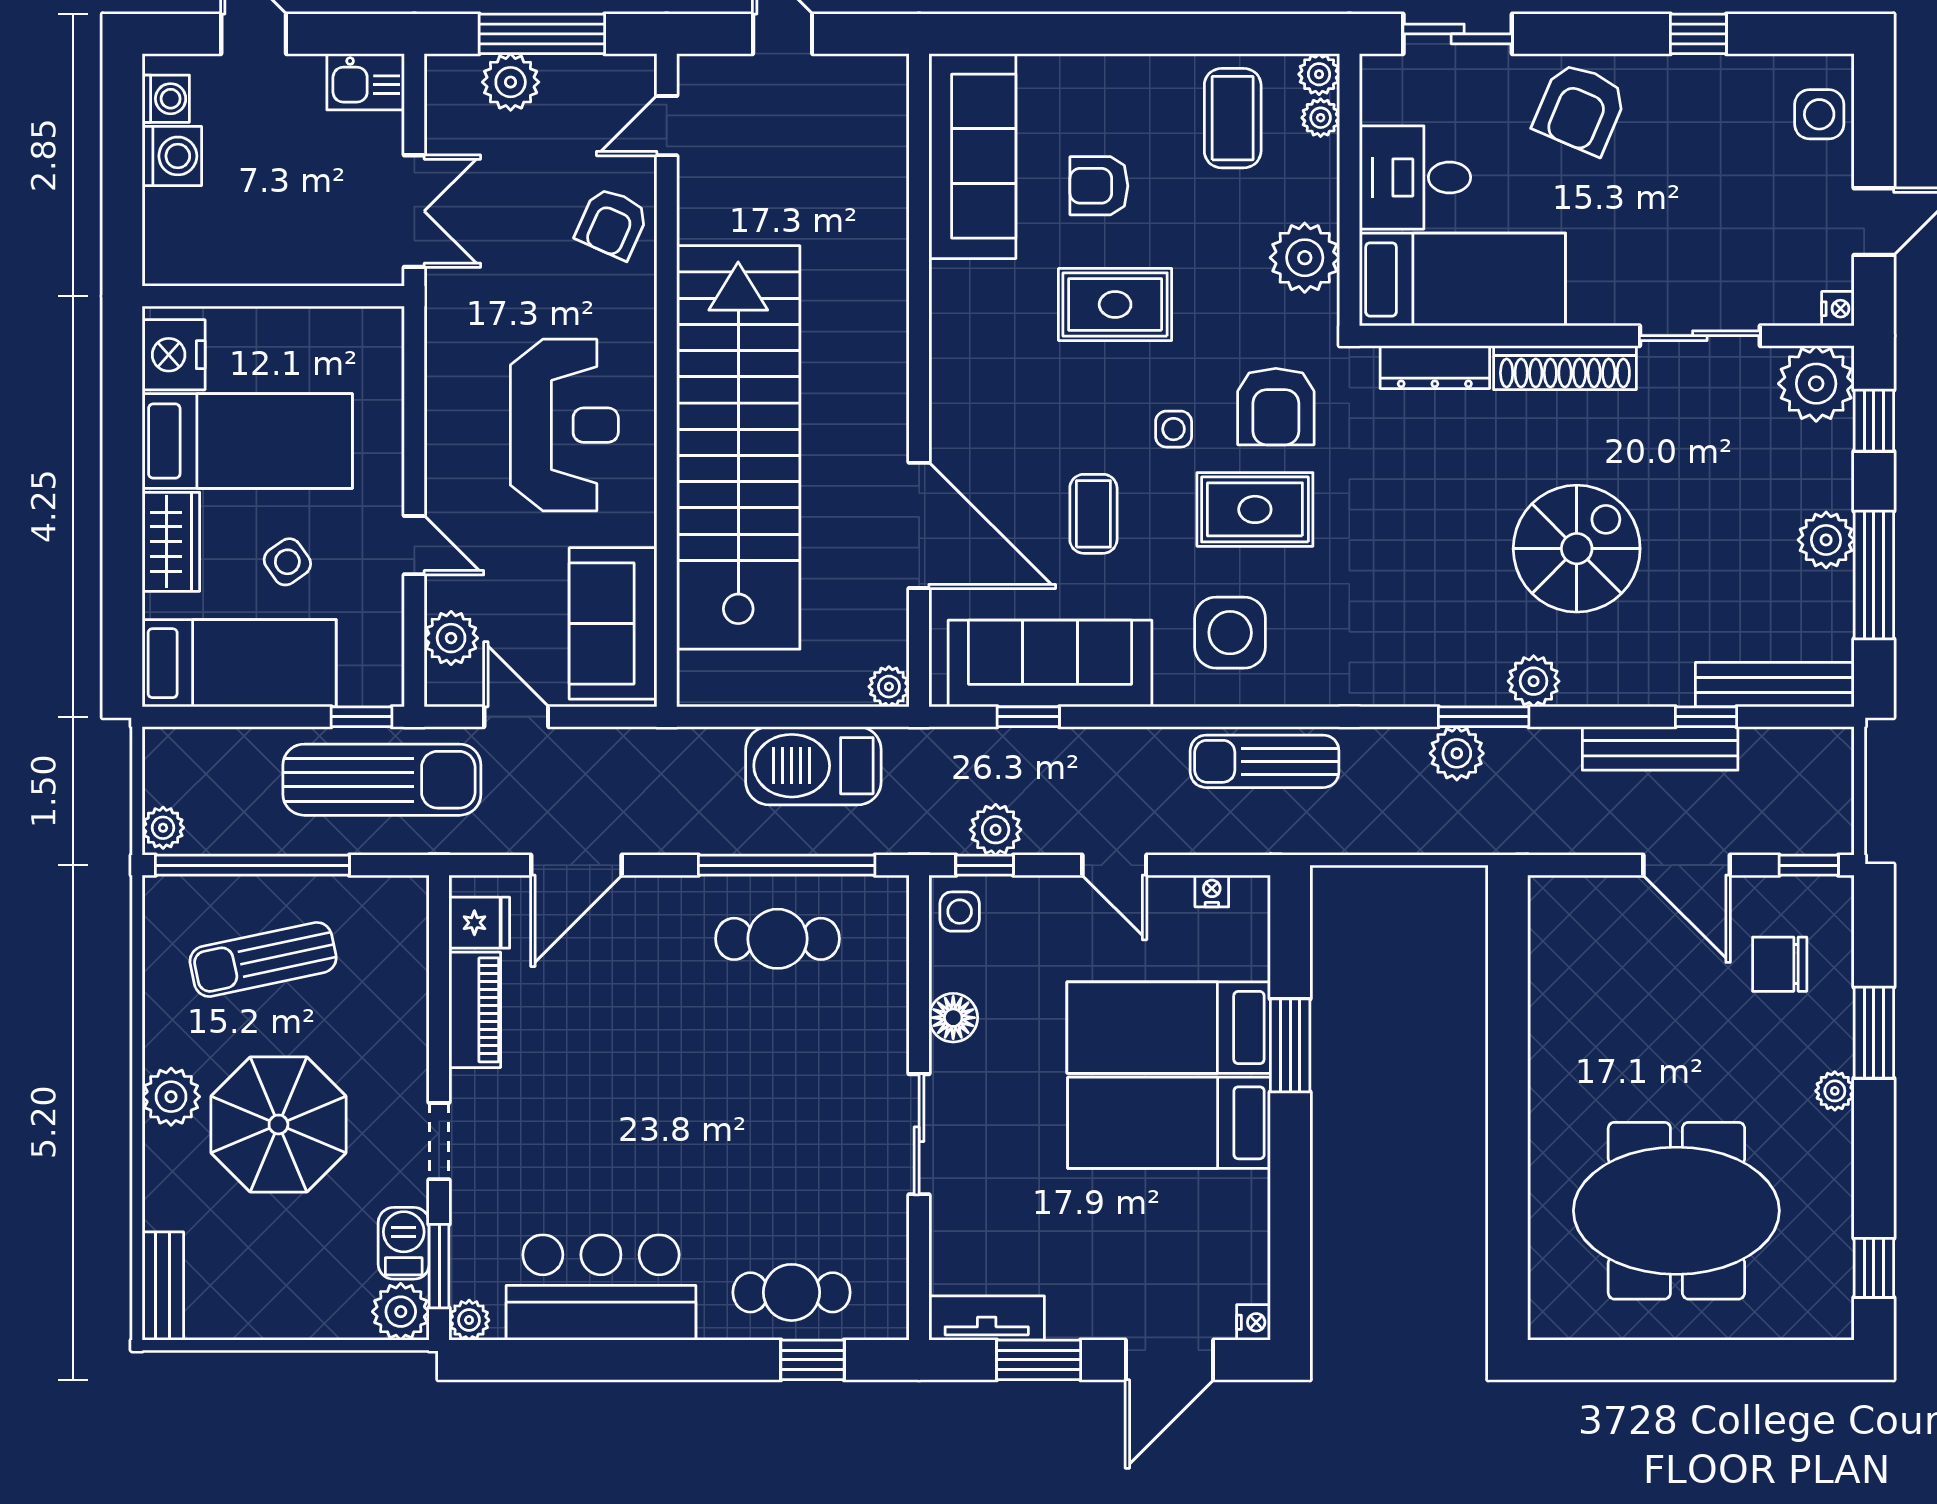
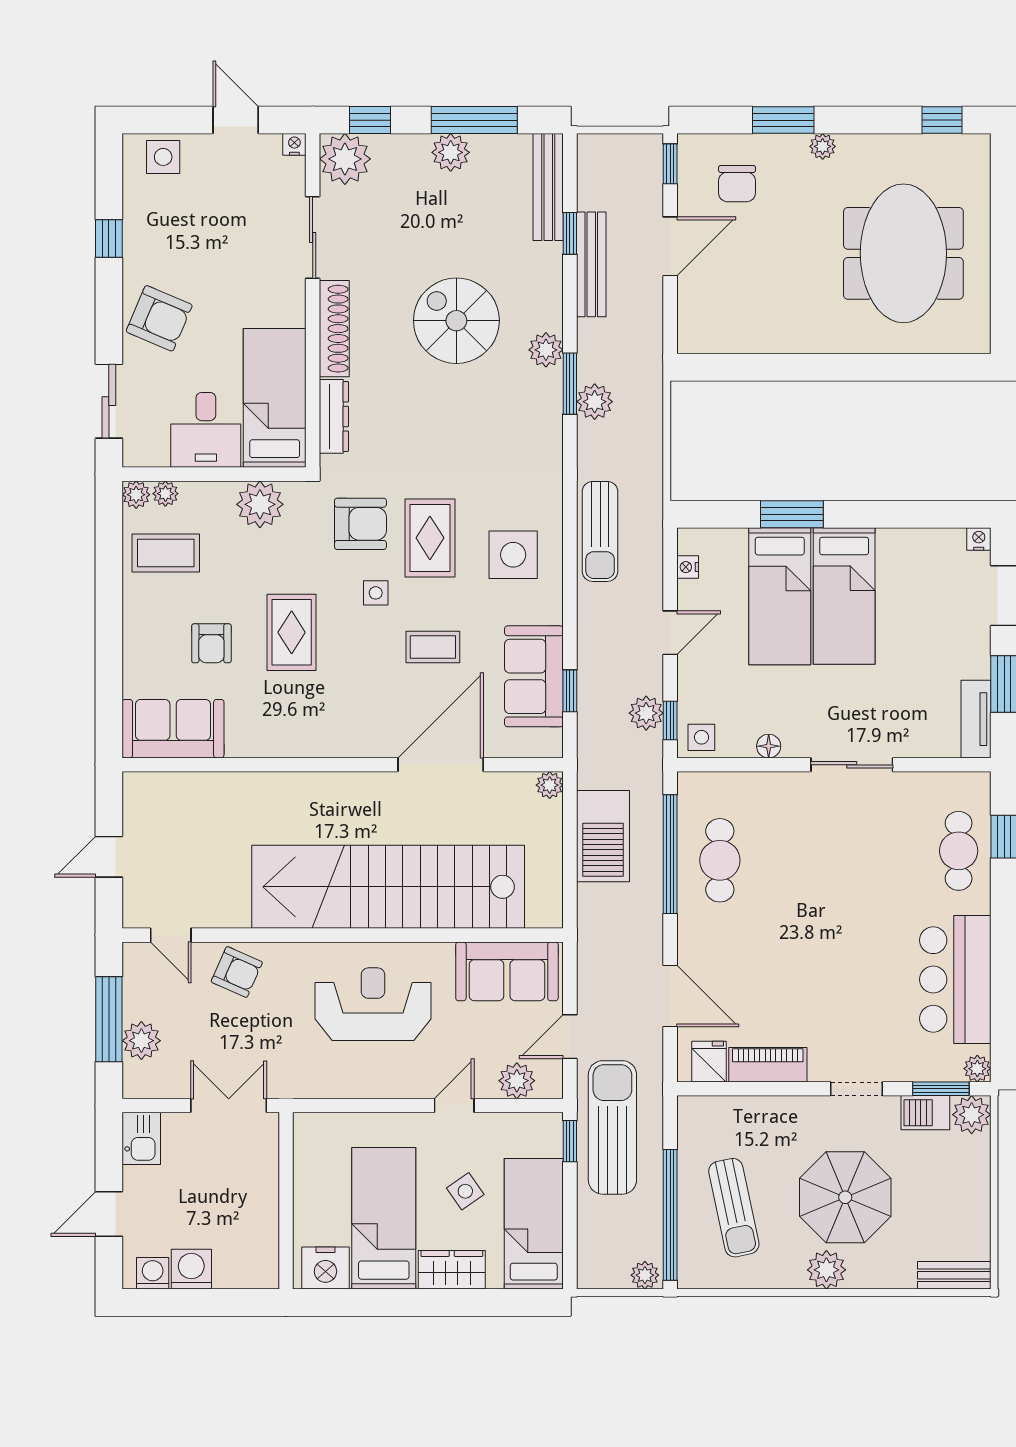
sofa: (972, 156) -> (173, 729), width x0.73
sofa: (1050, 663) -> (534, 676), width x0.73
floor lamp: (953, 1018) -> (769, 746), width x0.73, depth x0.73

